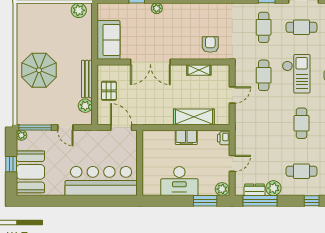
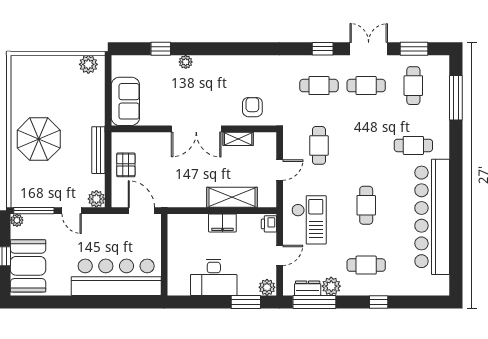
cafe table: (264, 27) -> (319, 86), turned 90
double door: (150, 62) -> (196, 129), moved
checkout: (296, 74) -> (309, 220), moved
plant: (85, 106) -> (96, 199), moved

